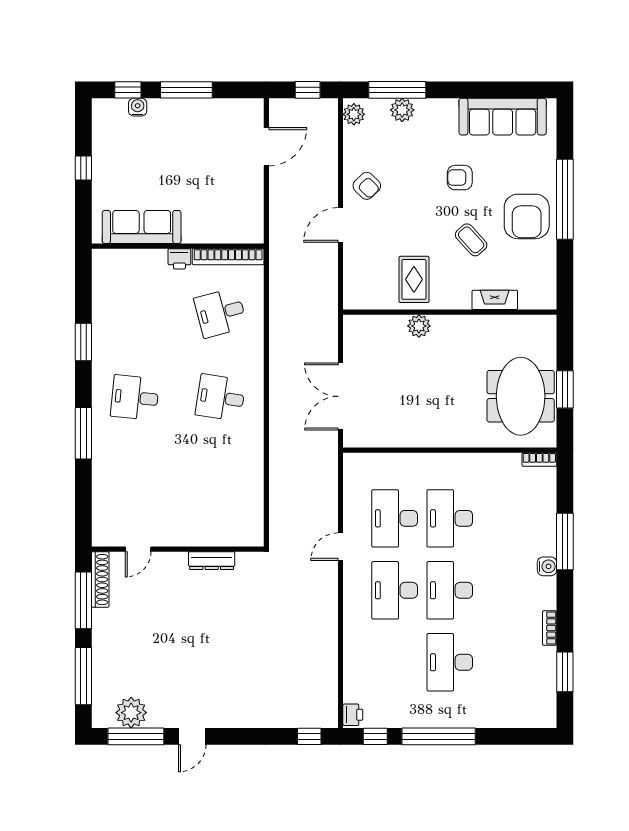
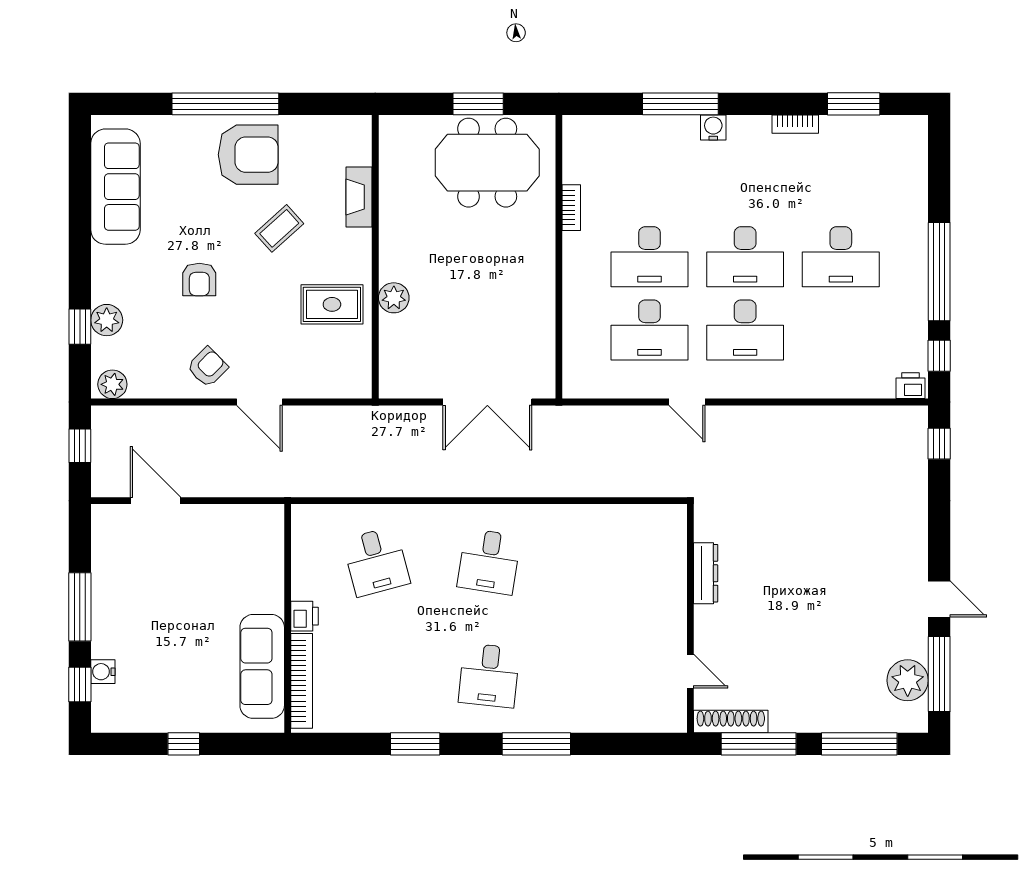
window: (397, 90) -> (80, 327), width x0.46
armchair: (460, 178) -> (199, 279), moved
bookcase: (228, 257) -> (302, 681), moved
bookcase: (539, 460) -> (571, 208), moved

